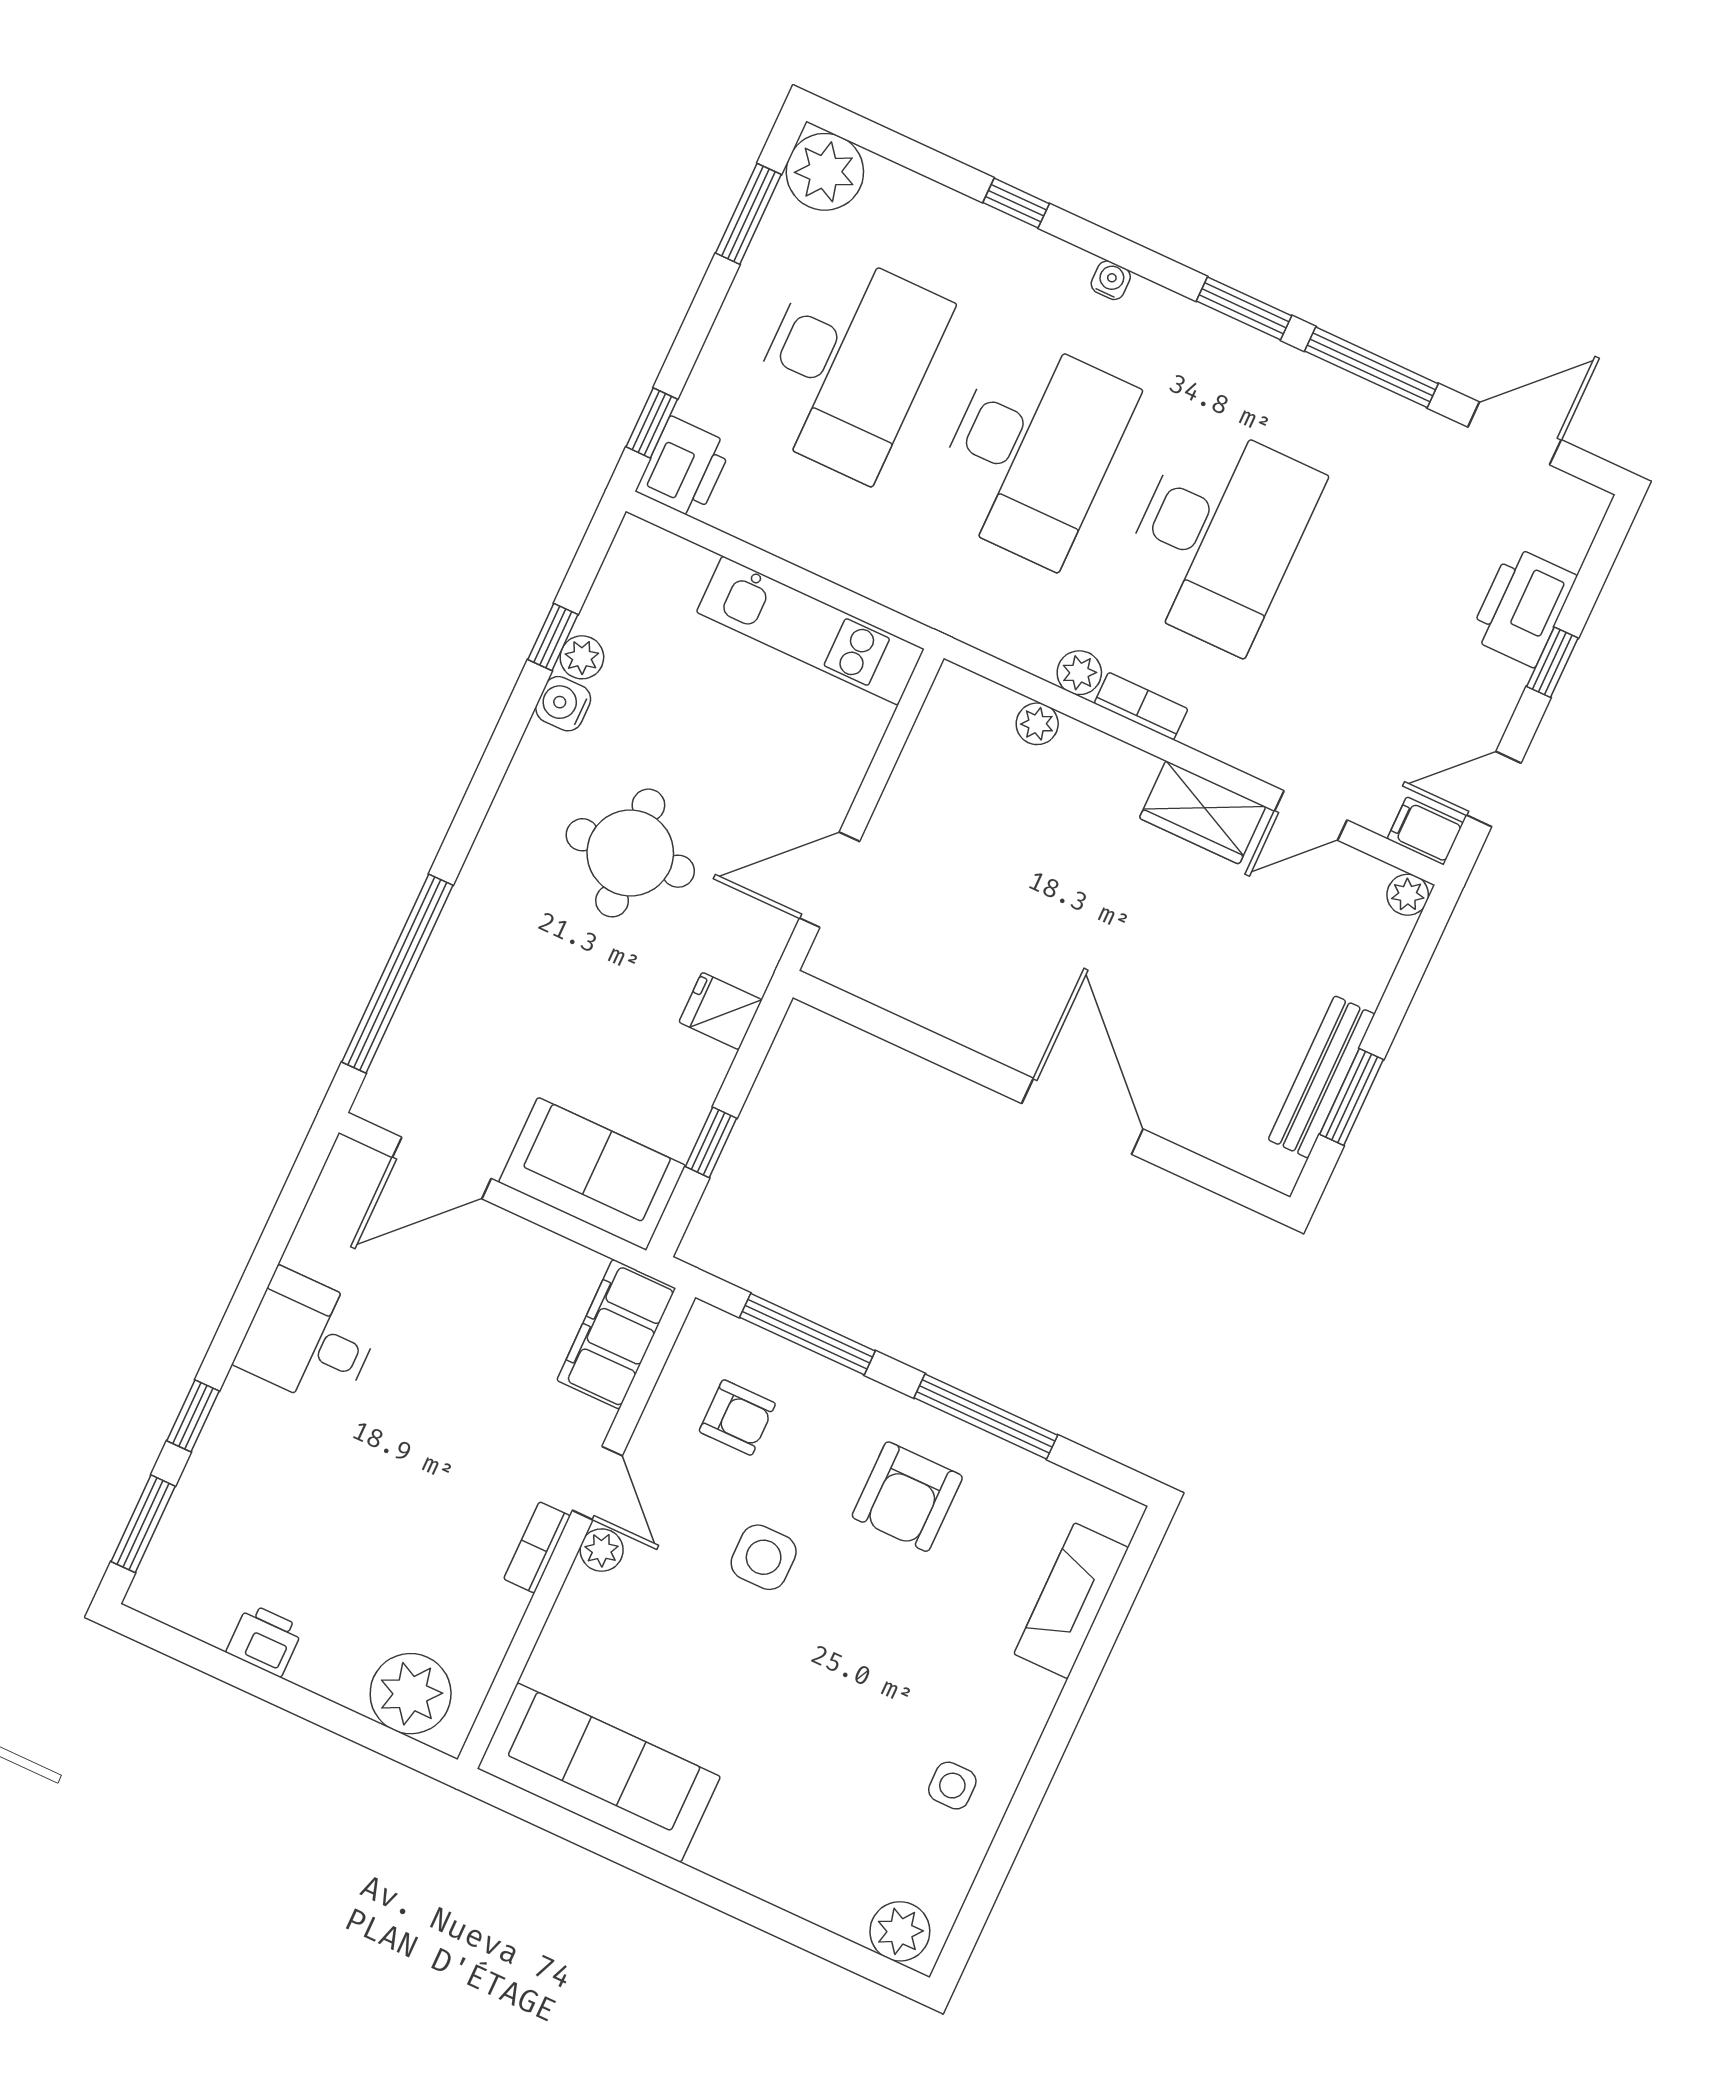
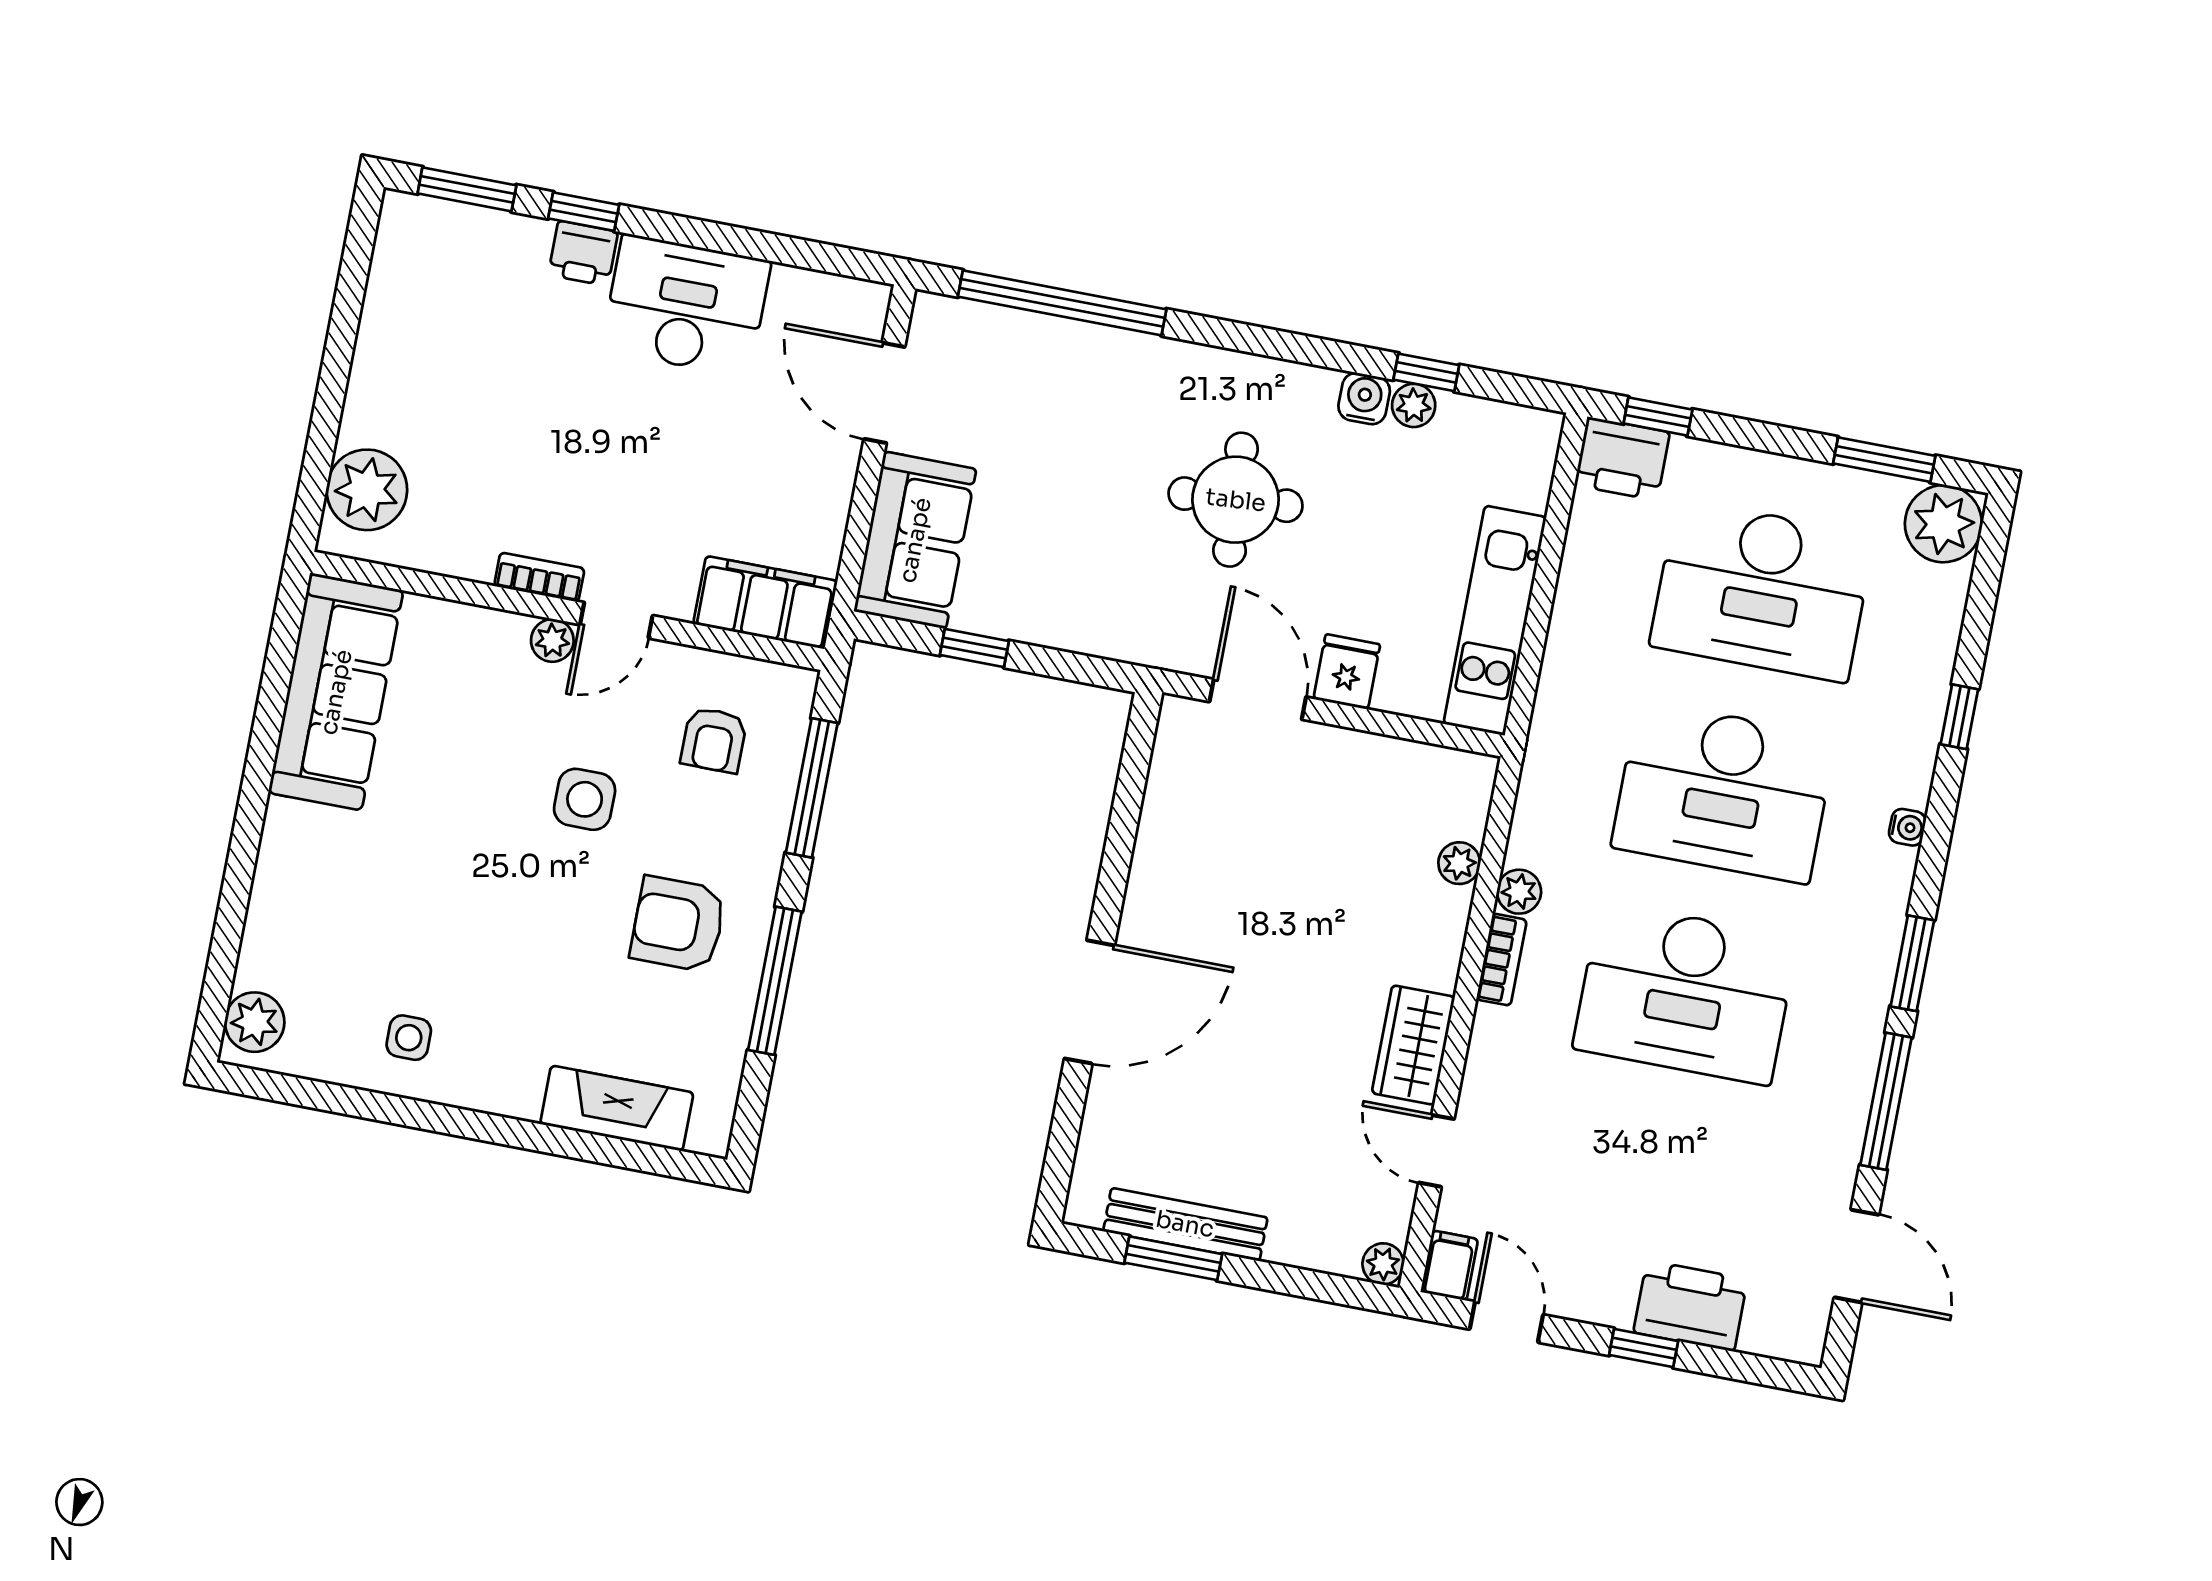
fridge: (721, 1011) -> (1347, 672), moved
desk: (309, 1339) -> (686, 306), width x1.37
printer: (265, 1640) -> (583, 253), moved, turned 90

